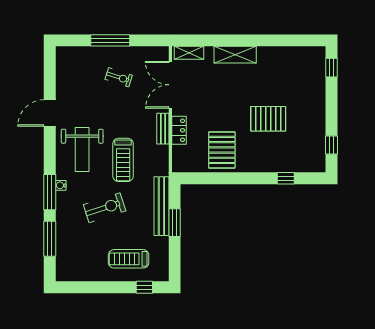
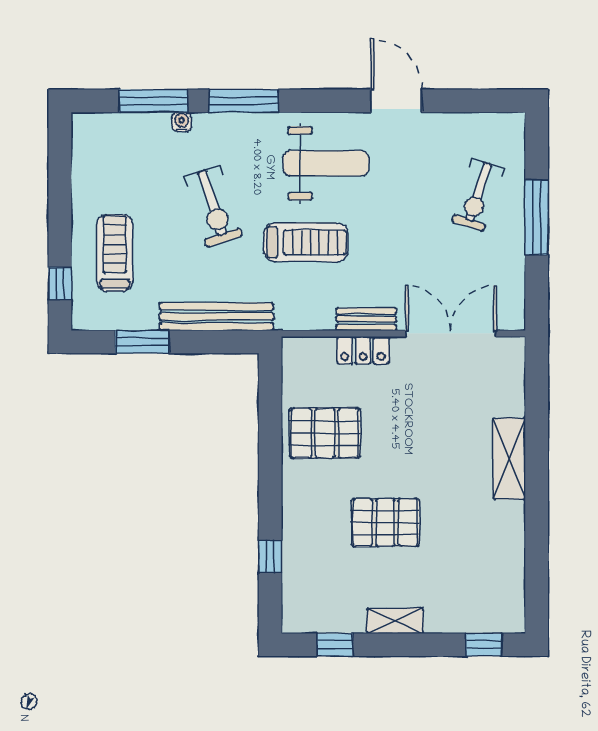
shelving: (189, 53) -> (395, 621), moved, turned 90
exercise bike: (119, 77) -> (478, 195), moved, width x1.38, depth x1.39
pallet: (268, 119) -> (385, 523), turned 90
weight bench: (82, 149) -> (326, 163), turned 180
treadmill: (123, 160) -> (306, 242), turned 180
water cooler: (61, 185) -> (182, 122), moved
window: (175, 223) -> (142, 342), moved

